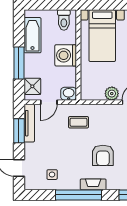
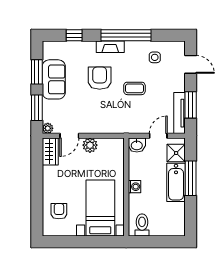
bathtub: (32, 35) -> (176, 182), moved
washing machine: (66, 55) -> (134, 187), width x0.53, depth x0.53
coffee table: (78, 122) -> (134, 88), moved

